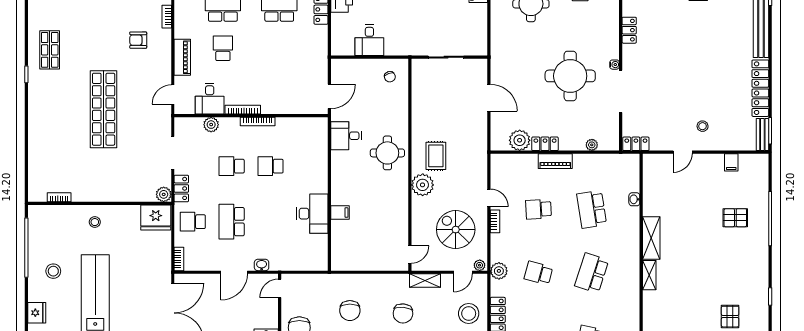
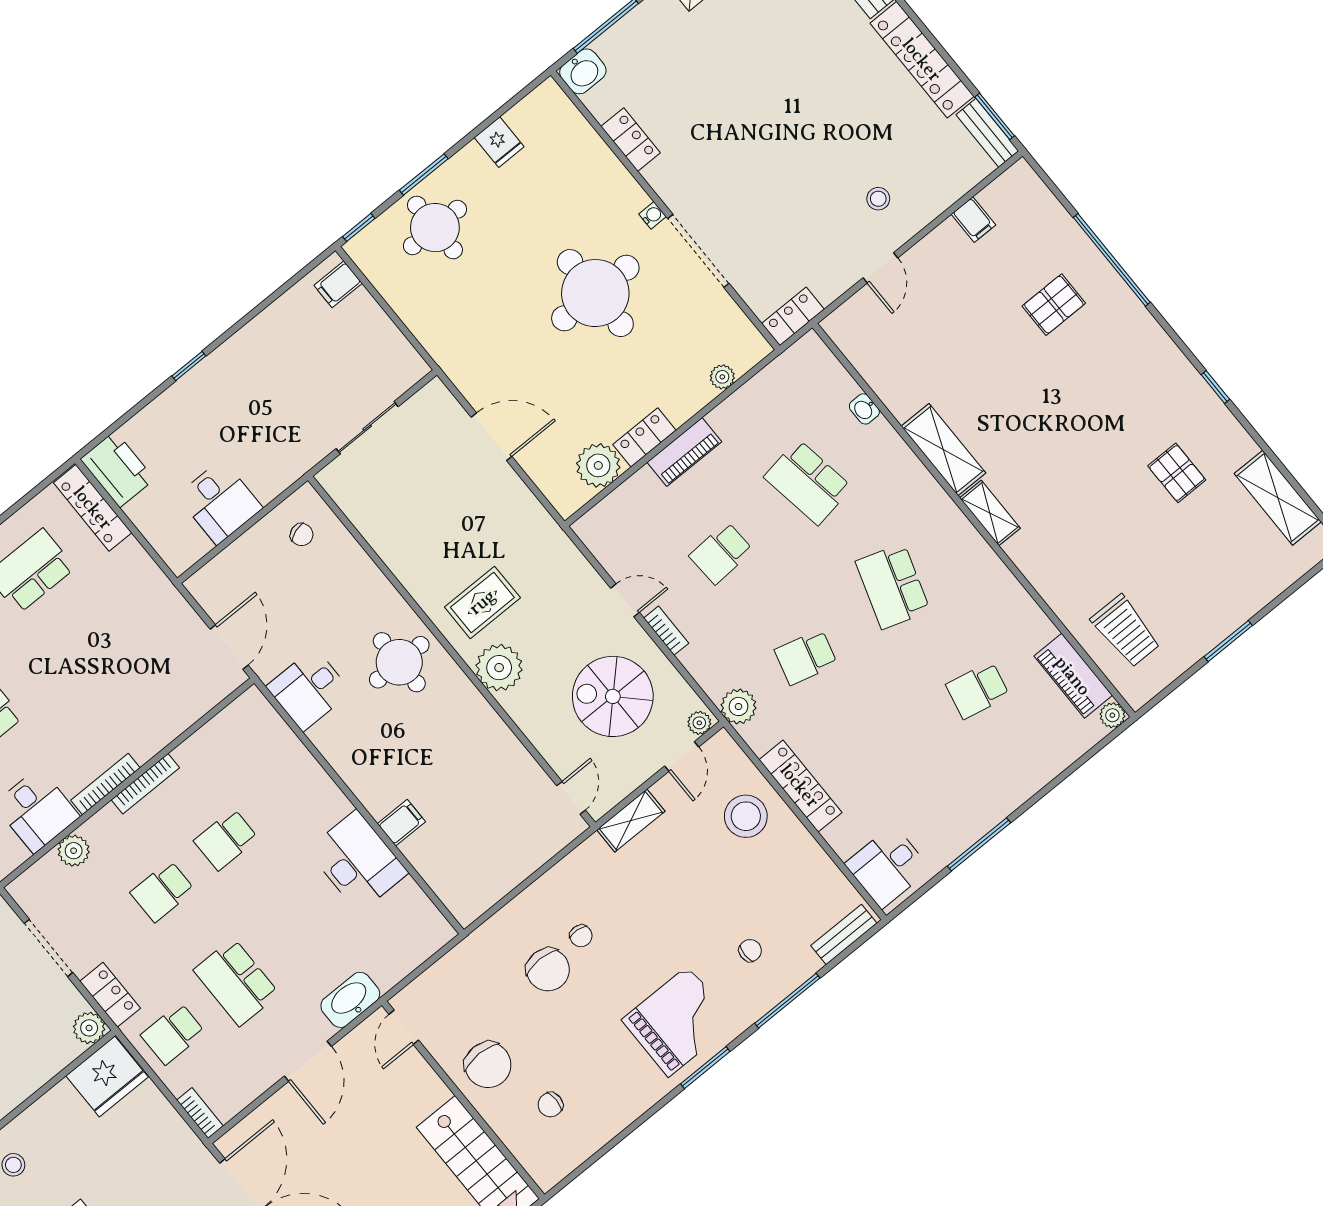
rug: (436, 156) -> (482, 602), turned 90
washbasin: (262, 265) -> (350, 1000), width x1.91, depth x1.45
chair: (403, 313) -> (581, 936), moved, width x0.54, depth x0.54

